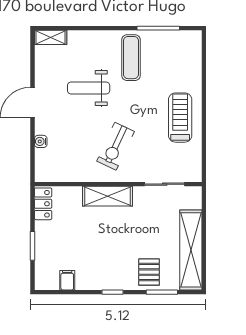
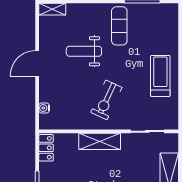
water cooler: (41, 141) -> (44, 108), moved

